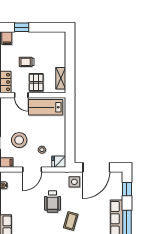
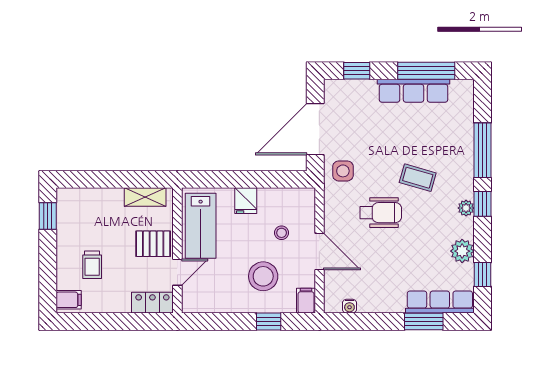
window: (22, 27) -> (48, 216), moved
trolley: (27, 62) -> (92, 265), moved
fridge: (59, 162) -> (246, 201), moved
door: (96, 167) -> (315, 129), swing flipped

